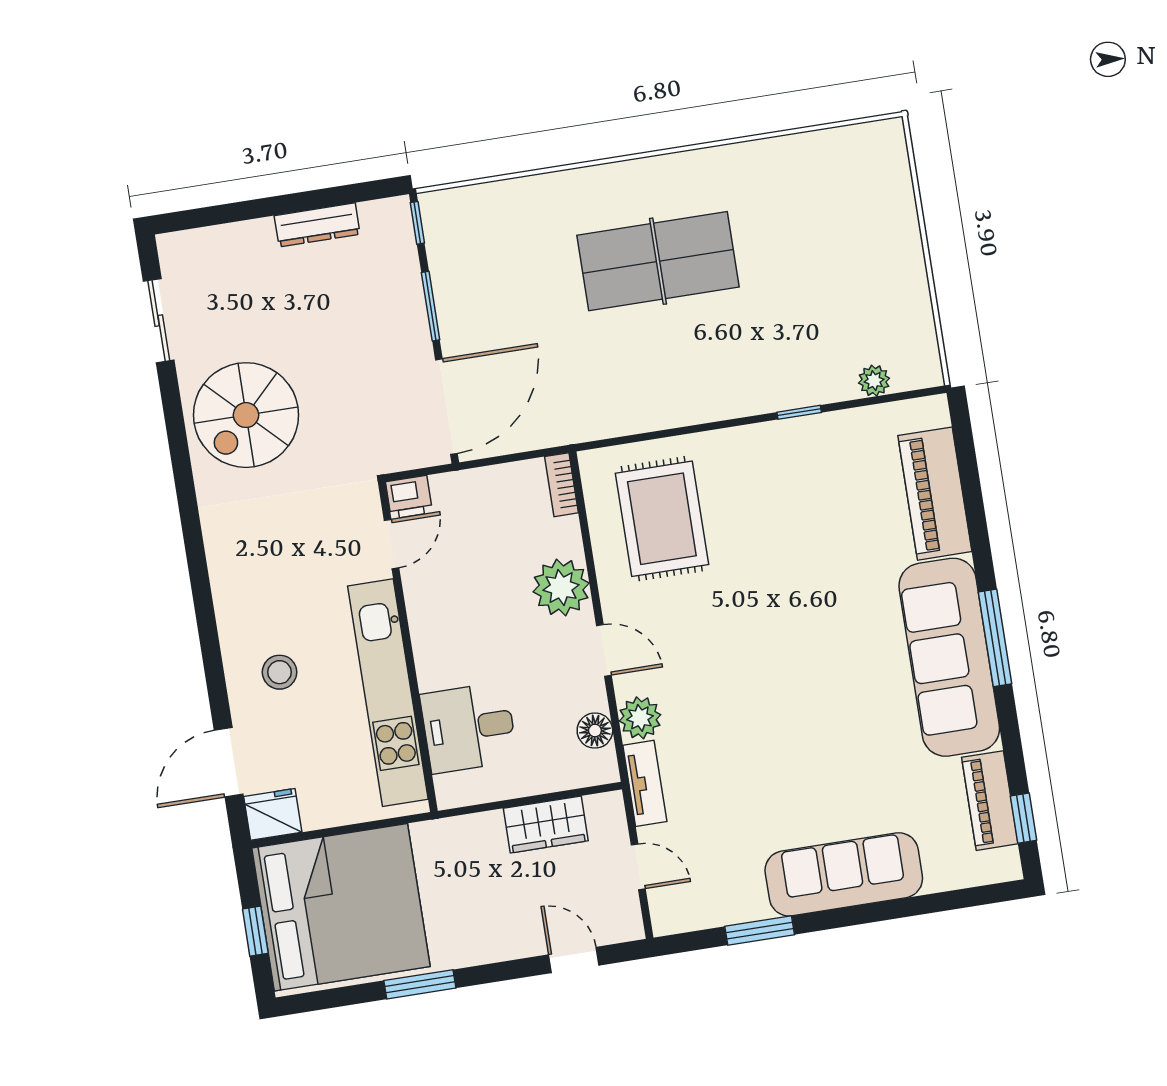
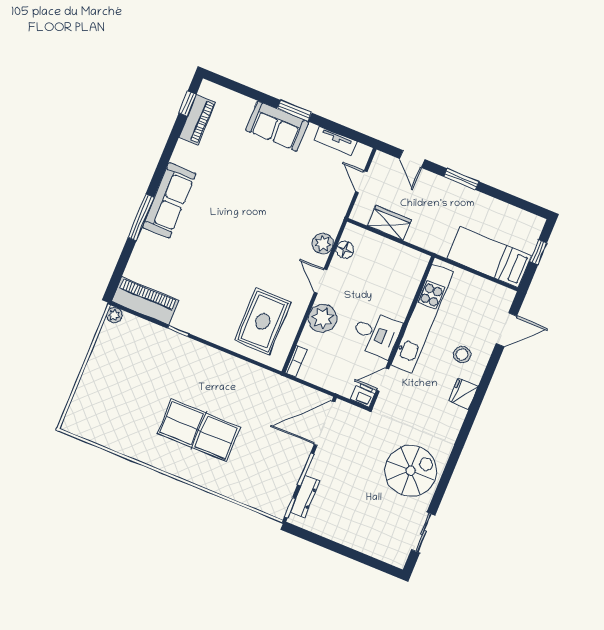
dresser: (317, 225) -> (305, 496), moved, turned 90
plant: (874, 381) -> (114, 315), moved
piano: (935, 494) -> (145, 301), moved, turned -90
window: (995, 638) -> (141, 217), moved
sofa: (949, 657) -> (169, 200), width x0.74, depth x0.79
desk: (469, 728) -> (376, 334), moved
tv unit: (645, 783) -> (335, 141), moved, turned -90
fridge: (273, 814) -> (463, 394), moved, turned 90
sofa: (844, 874) -> (277, 126), width x0.73
bed: (341, 907) -> (489, 257), width x0.49
window: (760, 931) -> (294, 111), moved
window: (420, 984) -> (461, 179), moved

